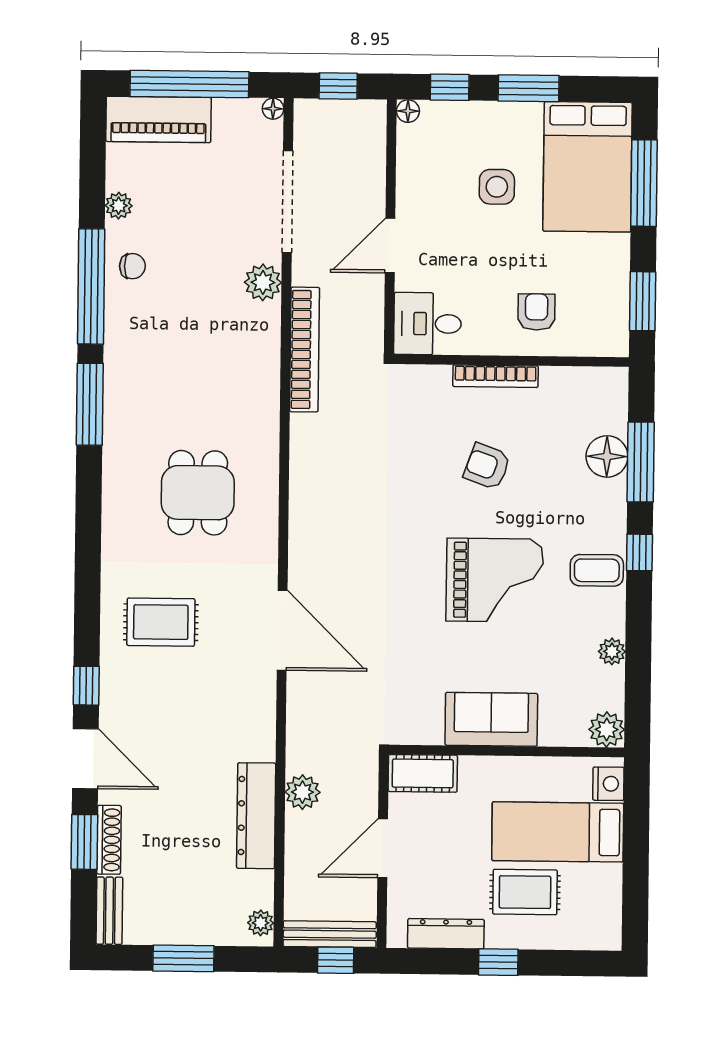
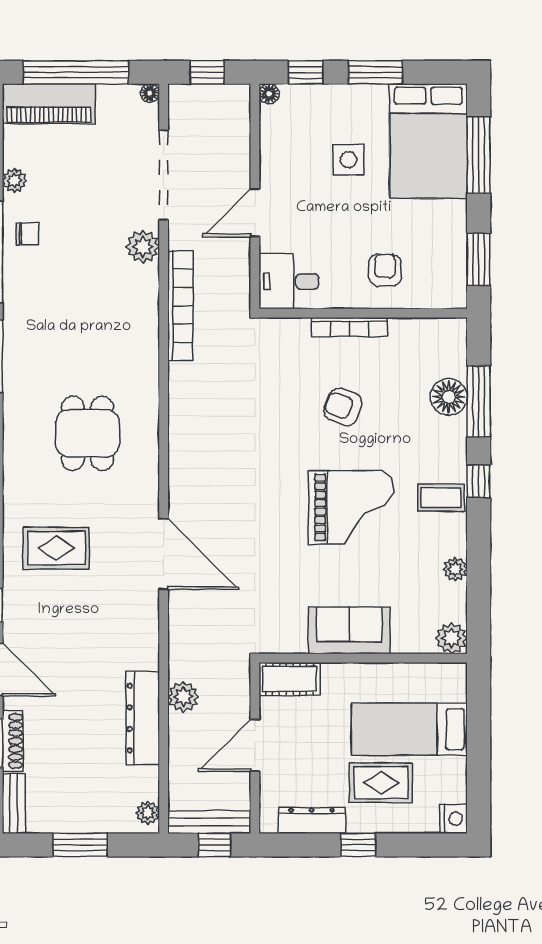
nightstand: (608, 784) -> (454, 819), moved

